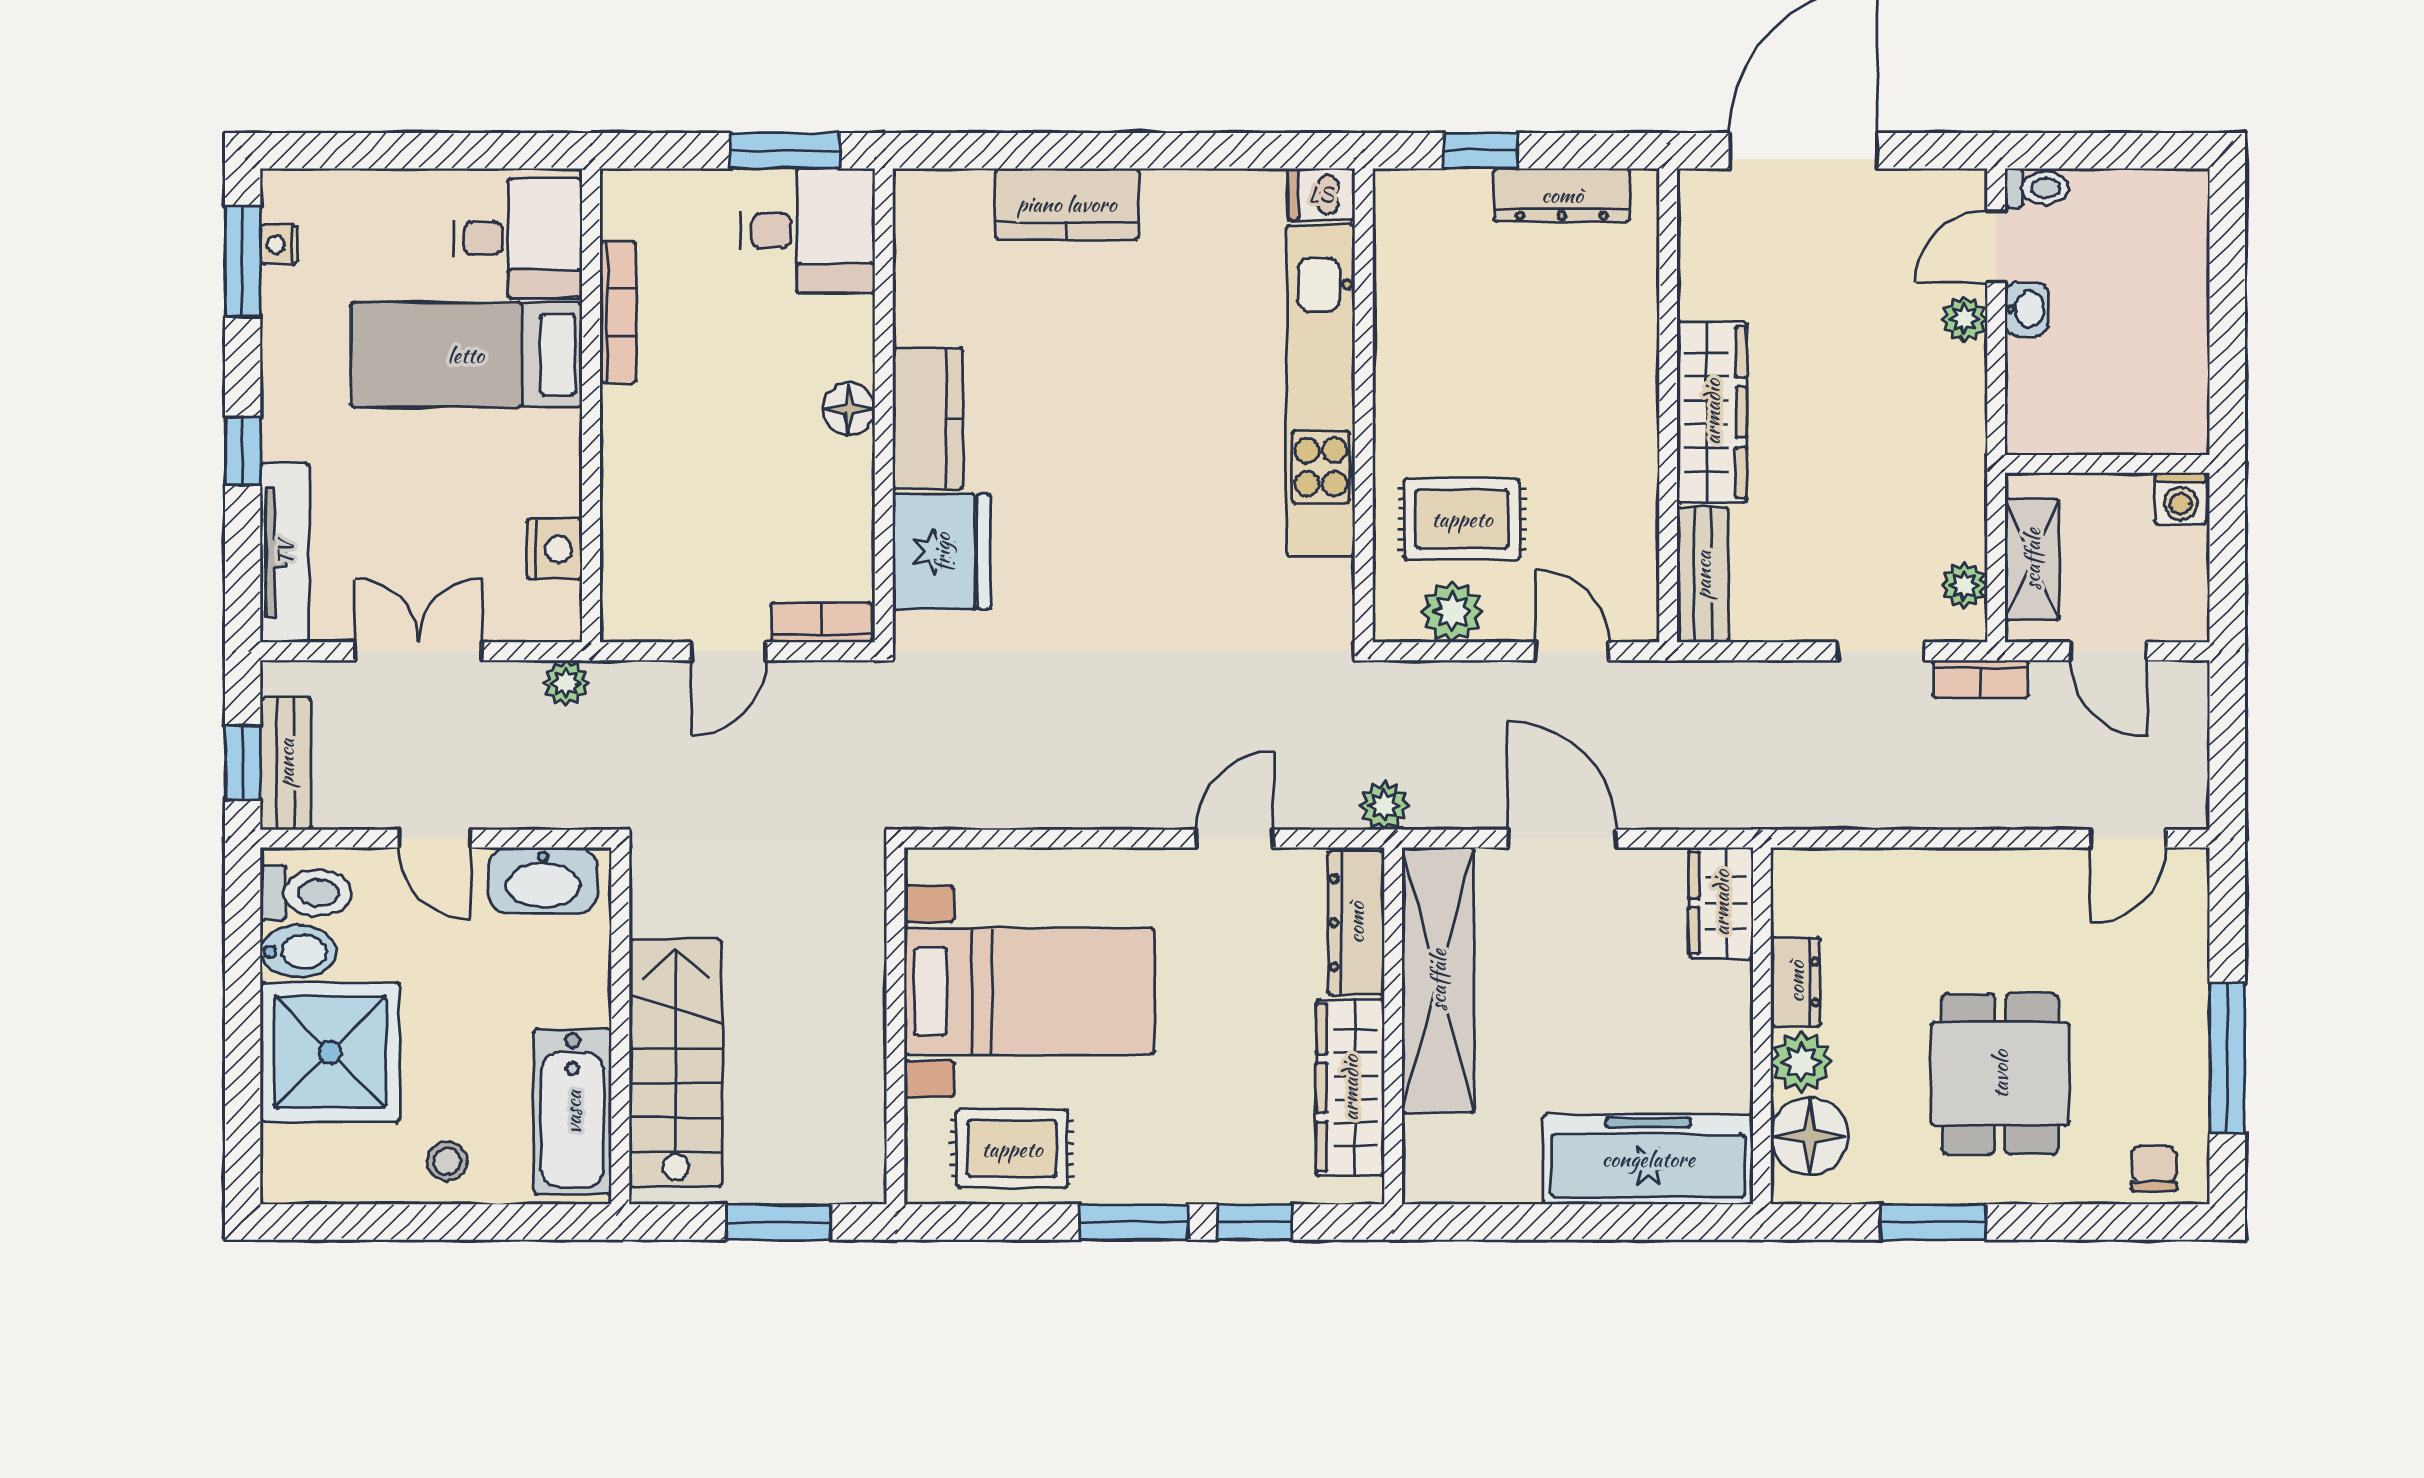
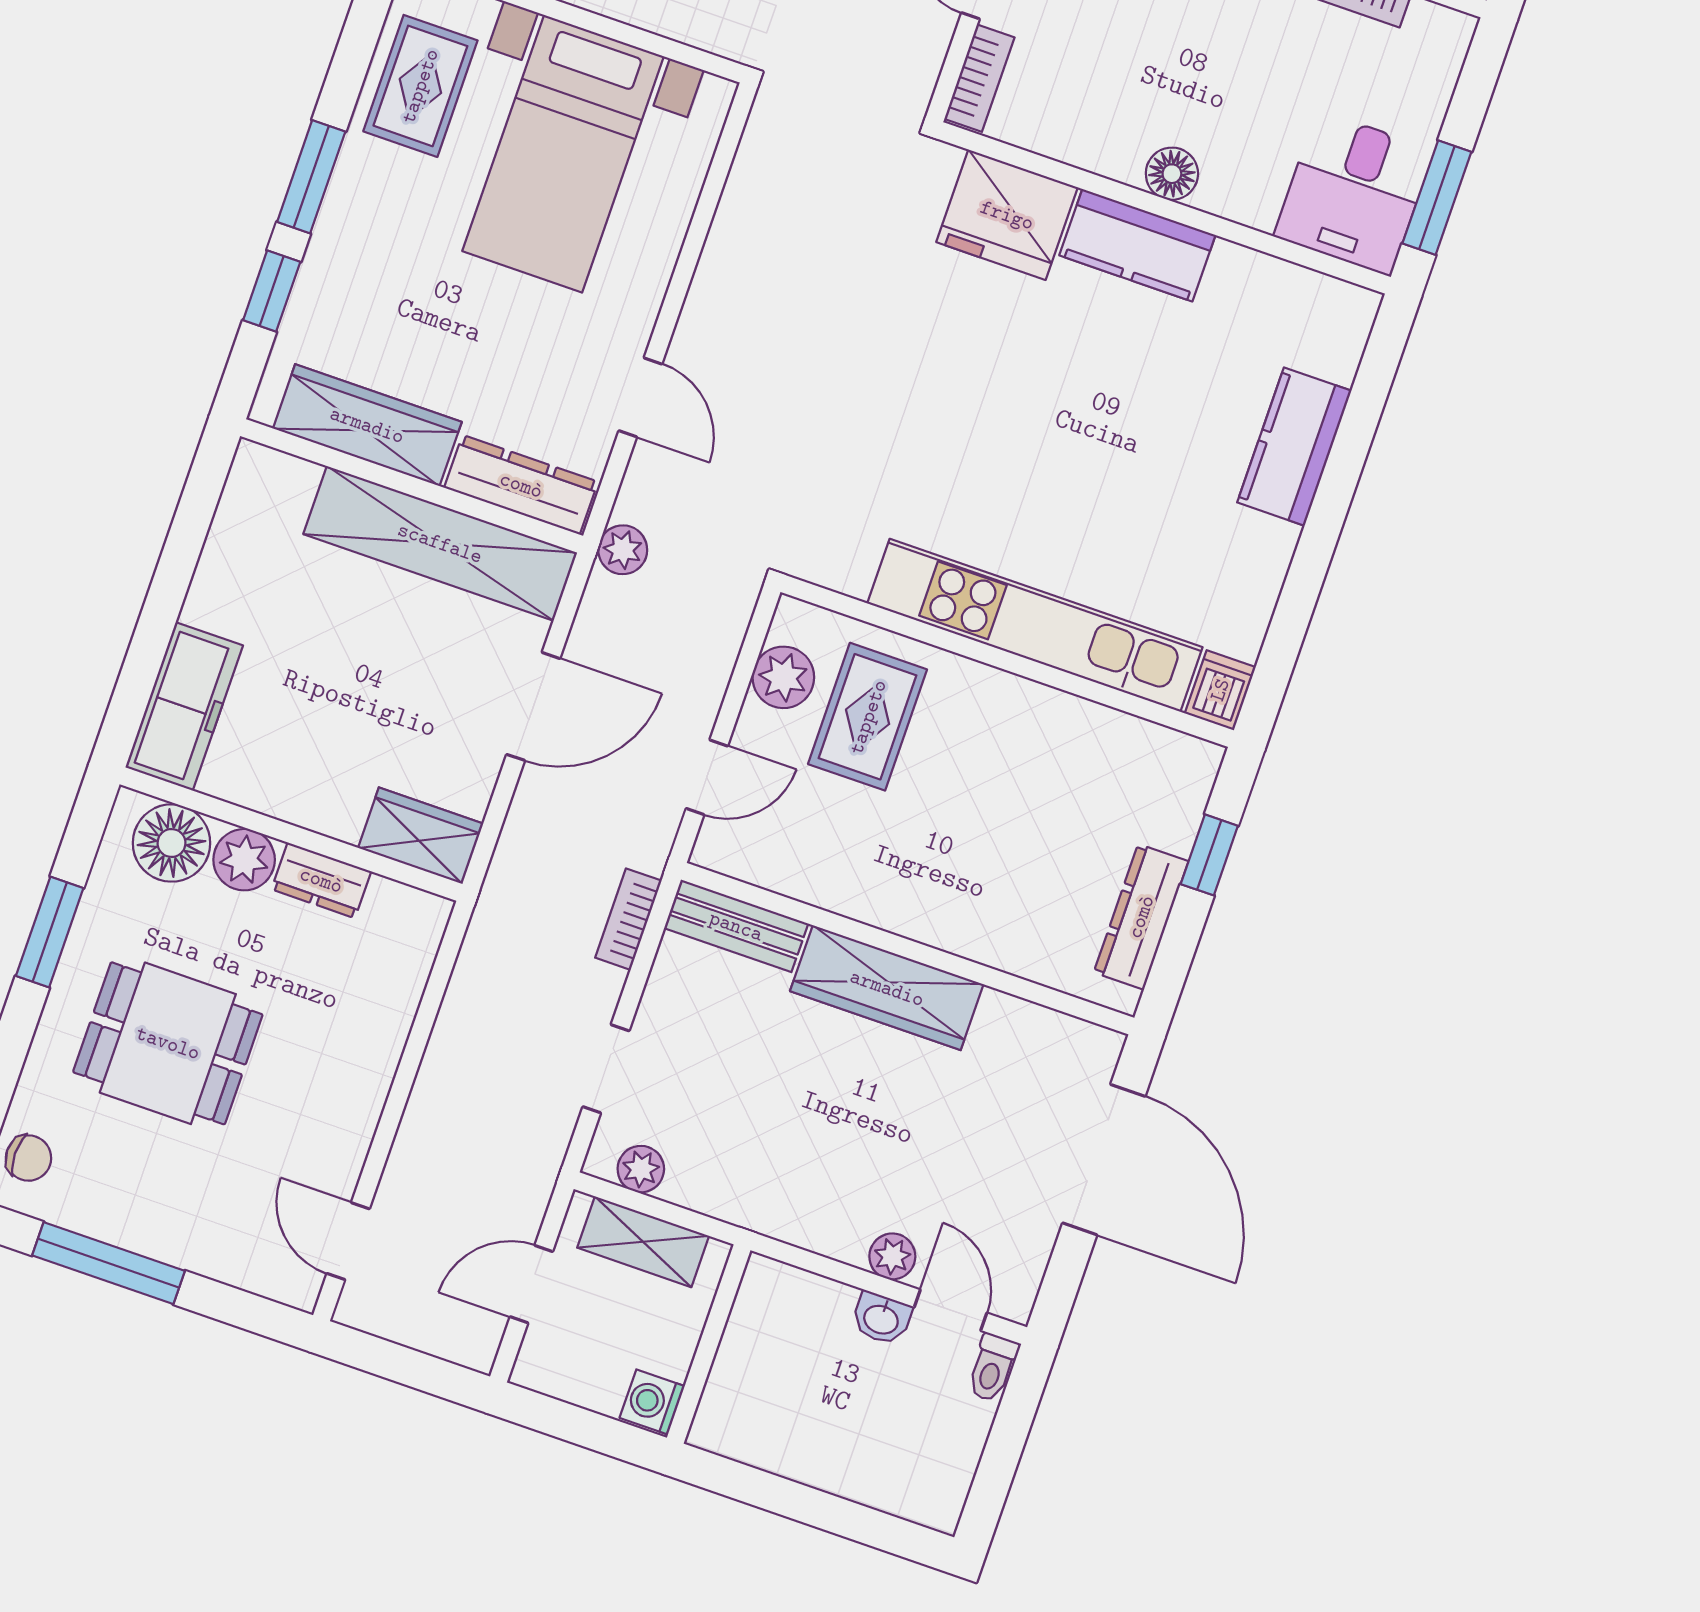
bookcase: (1981, 679) -> (628, 919), moved
freezer: (1648, 1159) -> (184, 706), width x0.73, depth x0.79

